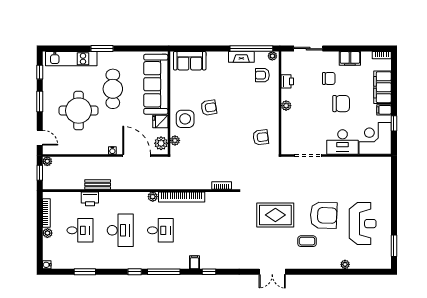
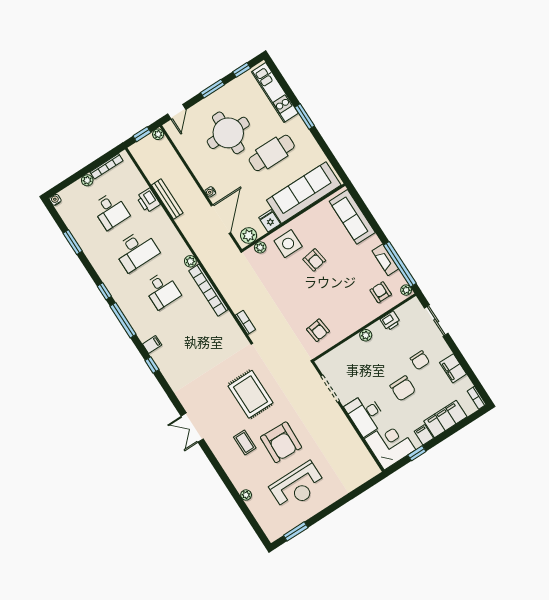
sofa: (190, 61) -> (352, 217), width x1.36
bench: (98, 185) -> (167, 199), width x1.36

